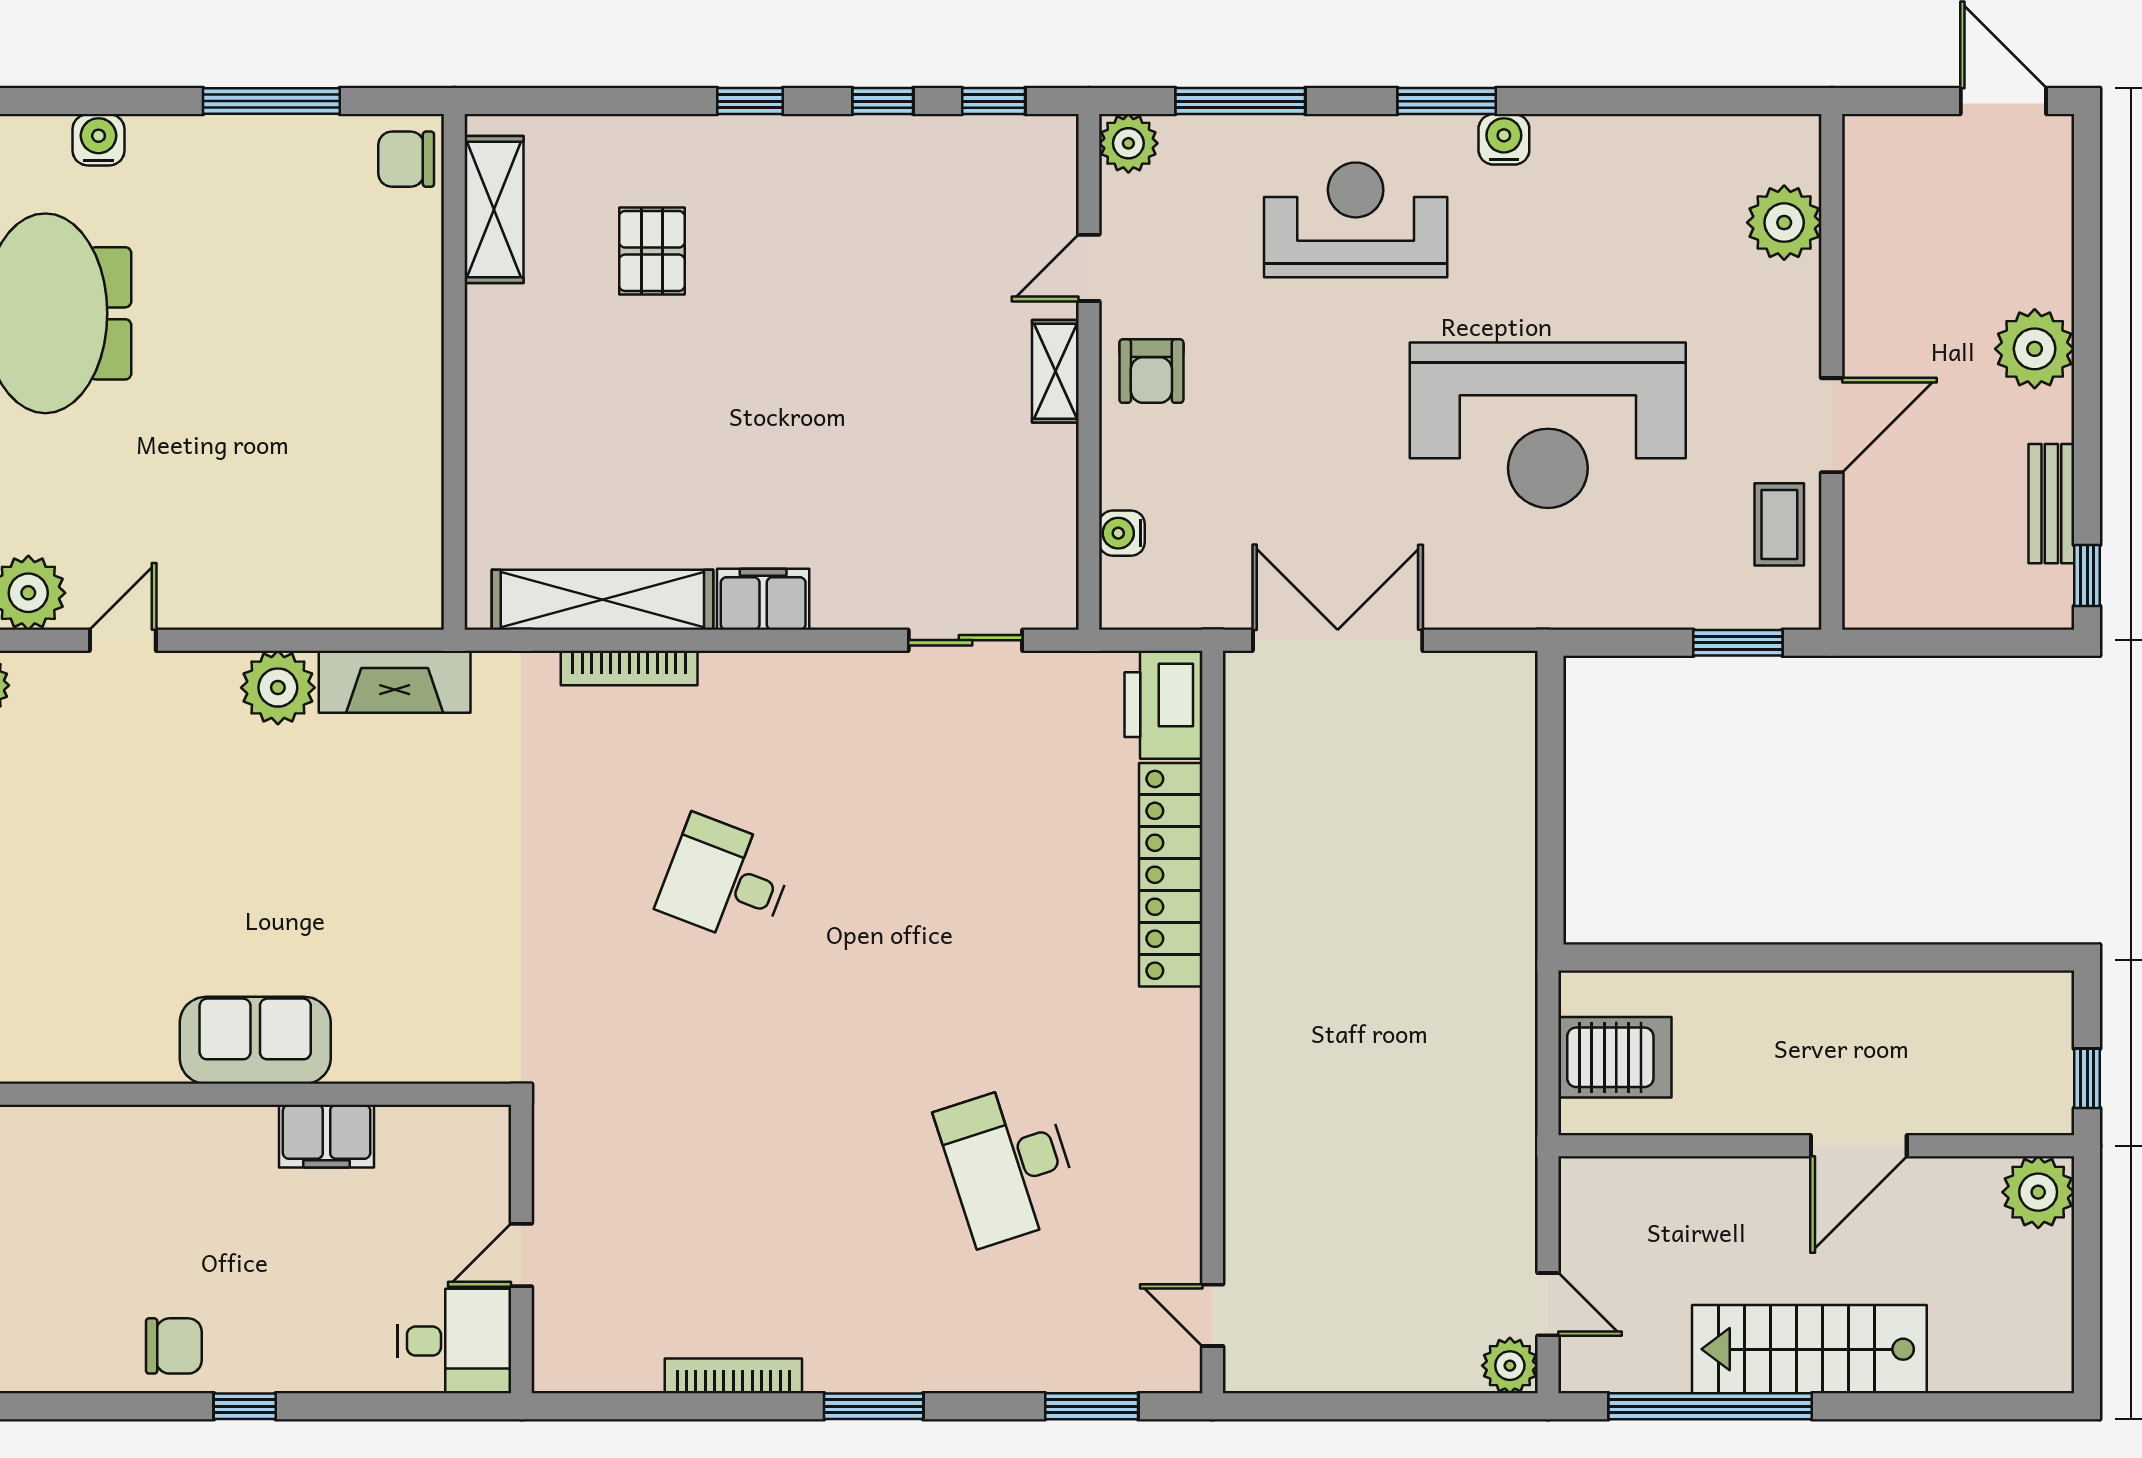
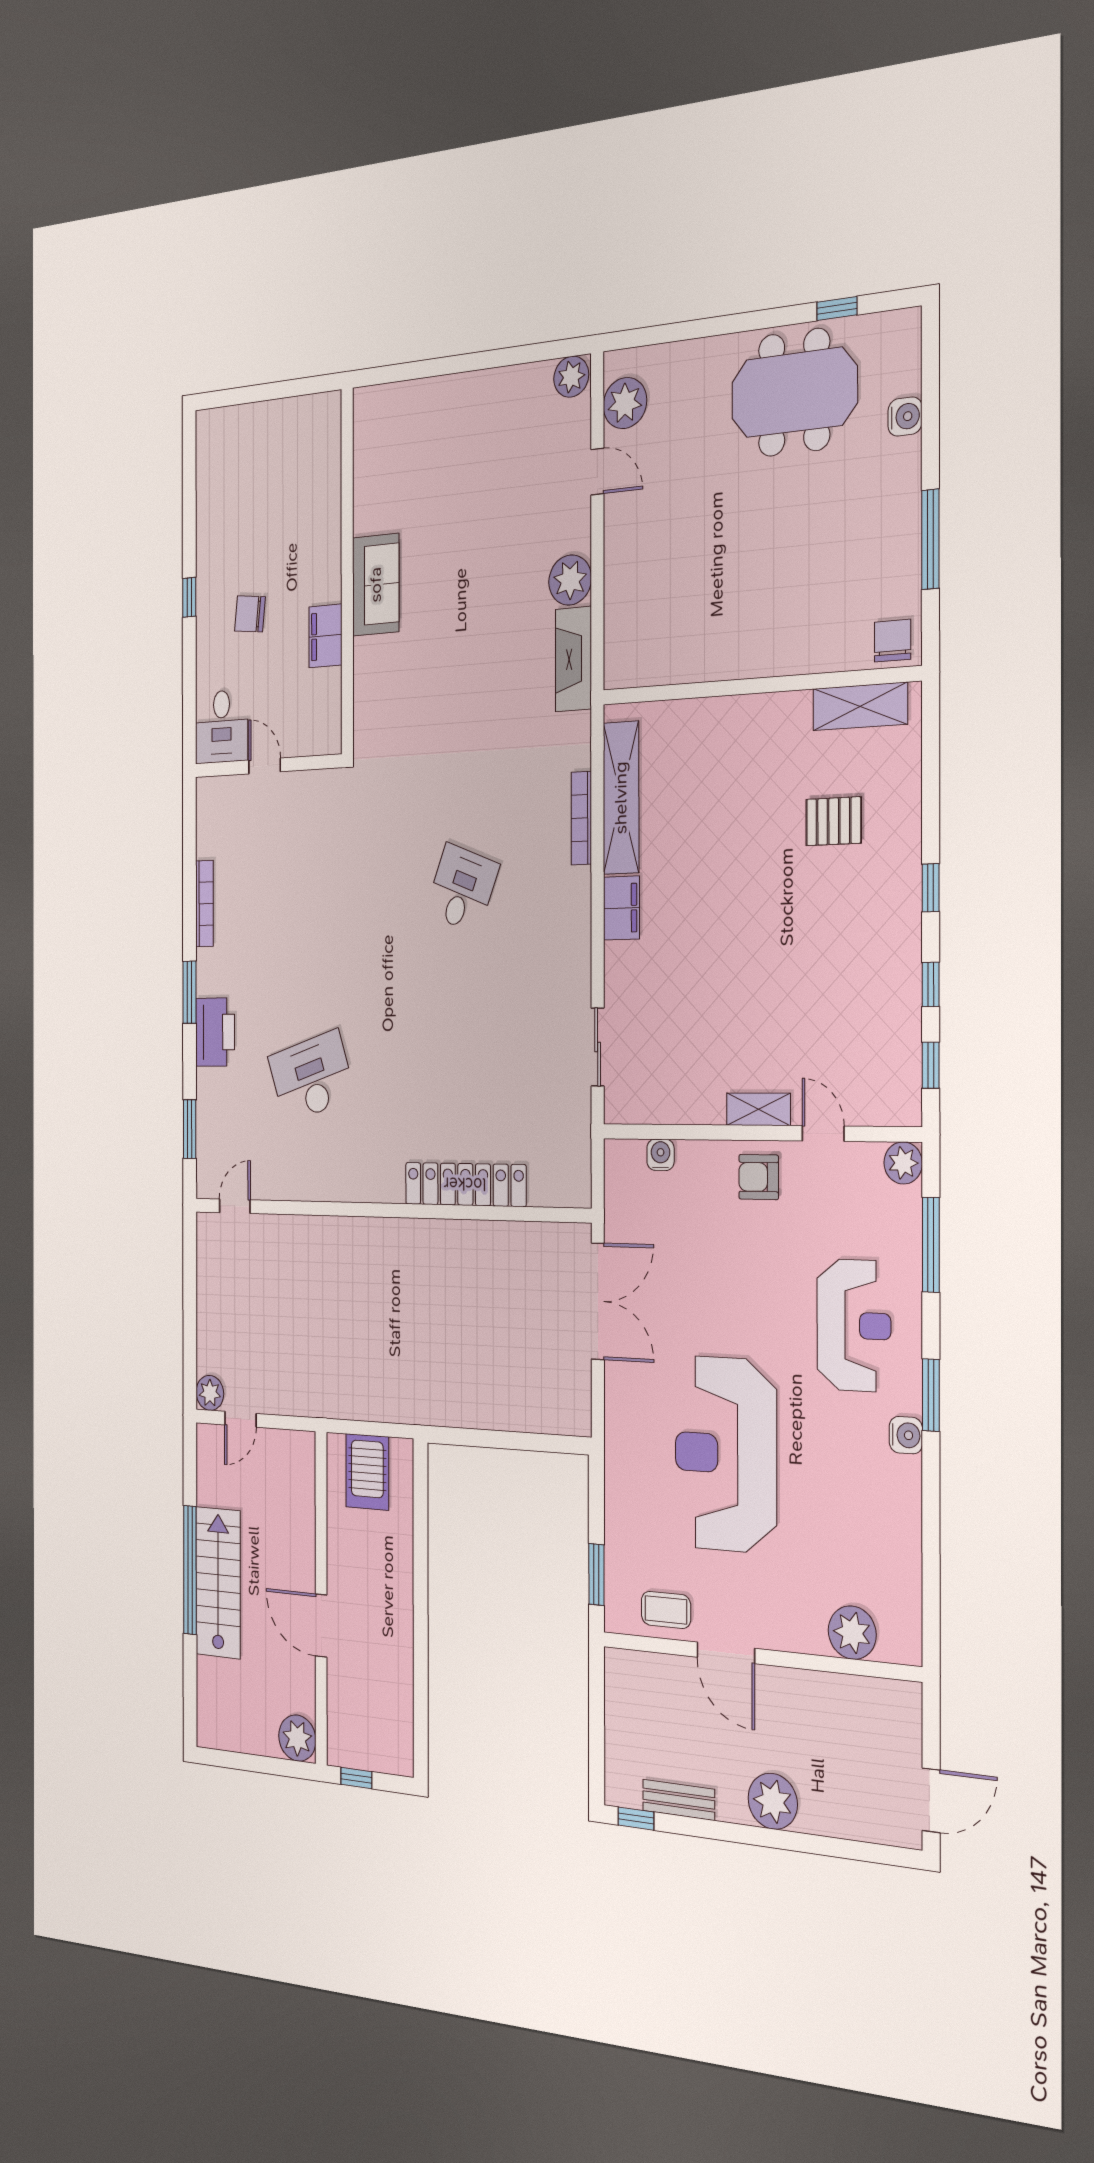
printer: (1163, 705) -> (215, 1032), moved, turned 90
chair: (174, 1346) -> (250, 614), moved, turned 96
window: (1710, 1406) -> (190, 1570), moved

